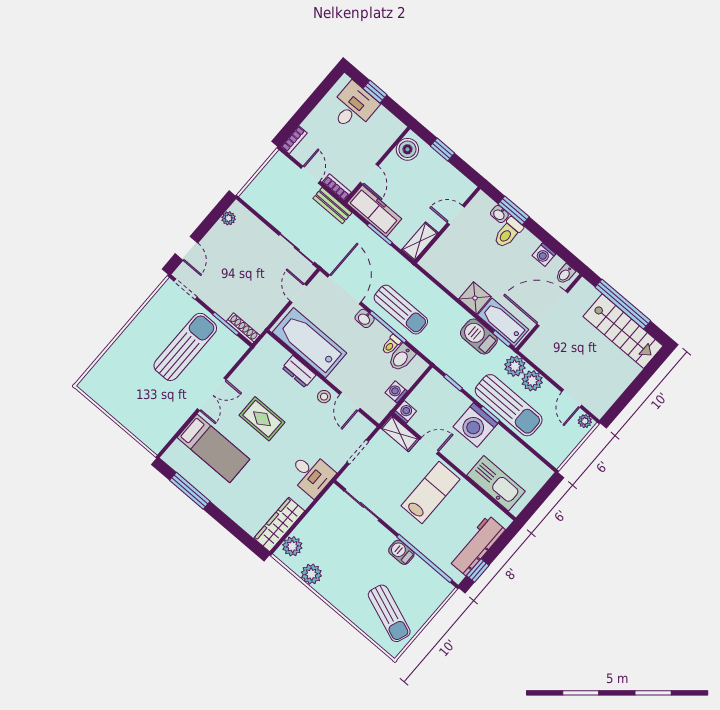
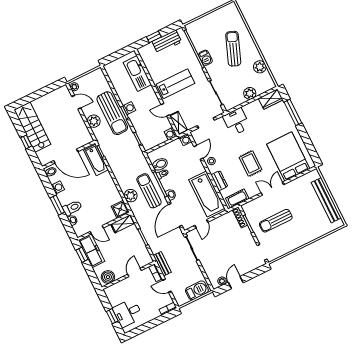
window: (442, 149) -> (82, 255), moved
door: (311, 175) -> (167, 286), hinge flipped
window: (514, 210) -> (57, 205), moved
freezer: (374, 211) -> (92, 251), moved, turned 180
door: (187, 248) -> (236, 283), moved
shower: (475, 298) -> (120, 209), moved
window: (623, 304) -> (26, 142), width x0.32
barbecue: (479, 337) -> (197, 290), moved, turned -90
sun lounger: (185, 347) -> (276, 221), width x0.73, depth x0.75
cot: (259, 356) -> (237, 198), added
plant: (515, 366) -> (131, 196), moved
washing machine: (396, 392) -> (186, 140), moved
door: (572, 398) -> (76, 102), hinge flipped
sun lounger: (509, 405) -> (112, 113), turned 180
bench: (121, 412) -> (326, 200), added
washing machine: (475, 425) -> (129, 108), width x0.53, depth x0.53
bed: (213, 448) -> (288, 156), width x1.50
window: (190, 491) -> (293, 112), moved
lab bench: (431, 492) -> (175, 84), turned 180
wardrobe: (279, 525) -> (271, 99), width x0.67
workbench: (477, 545) -> (167, 42), width x0.73
plant: (292, 546) -> (250, 93), moved
window: (478, 570) -> (154, 37), moved
sun lounger: (389, 613) -> (233, 49), moved

